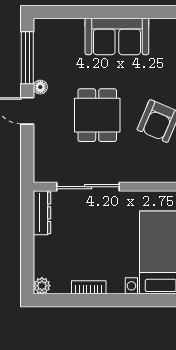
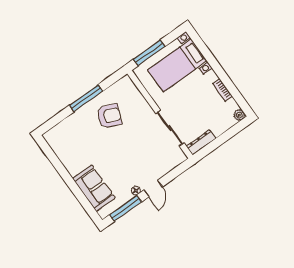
sofa: (117, 36) -> (94, 188), moved
dining table: (97, 115) -> (129, 150), removed

